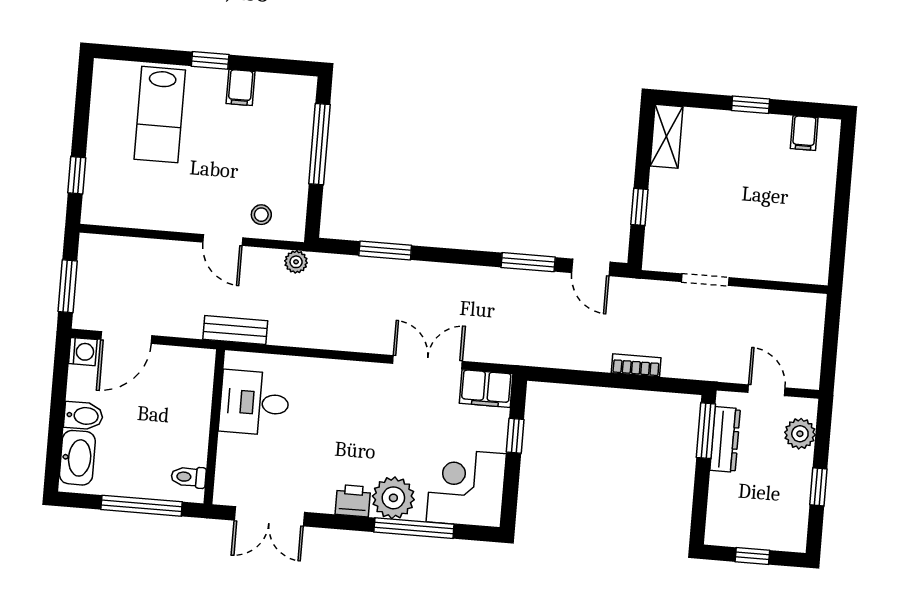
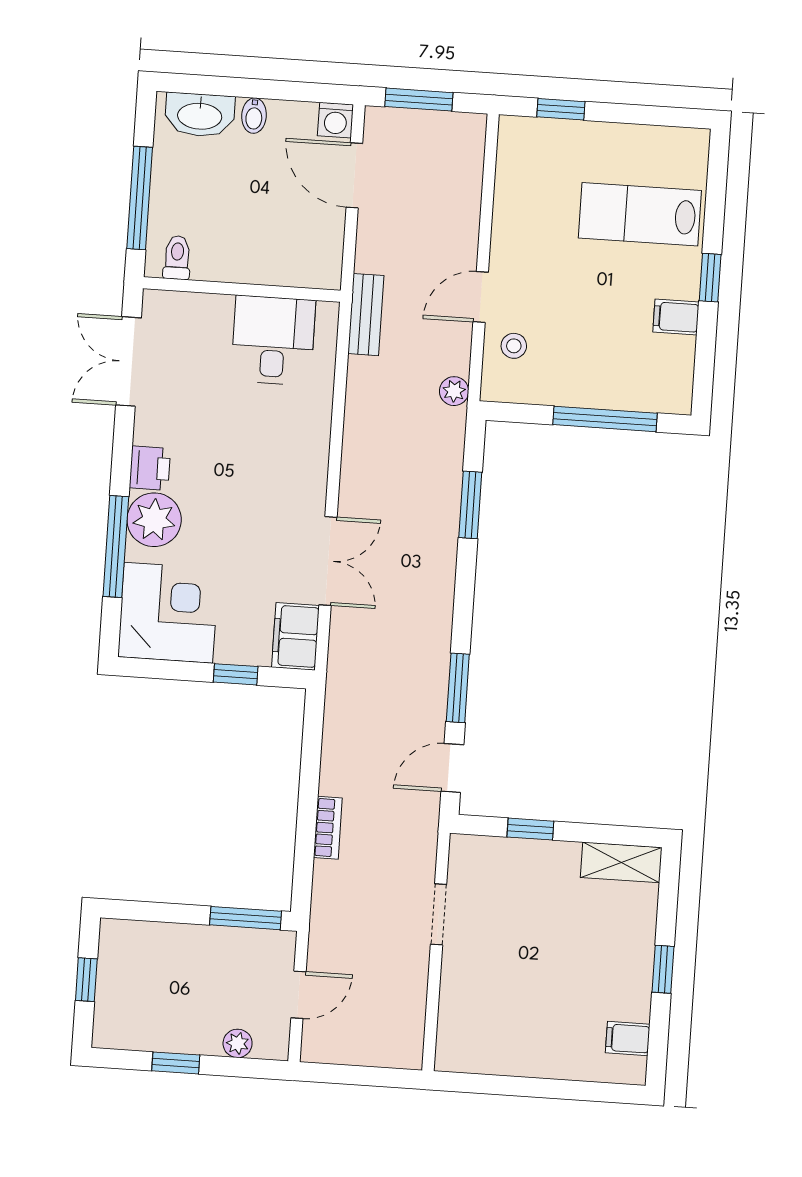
bidet: (83, 416) -> (254, 116), width x0.72, depth x0.74
plant: (800, 434) -> (238, 1043), width x0.73, depth x0.73
dresser: (725, 440) -> (235, 943), removed

